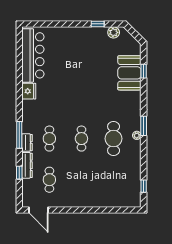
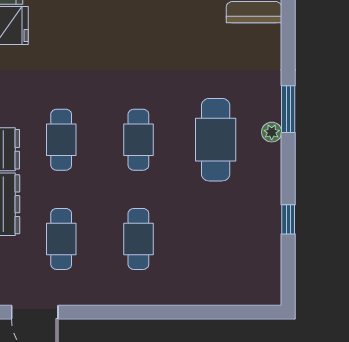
cafe table: (81, 180) -> (138, 239), added
window: (144, 186) -> (288, 219), moved

